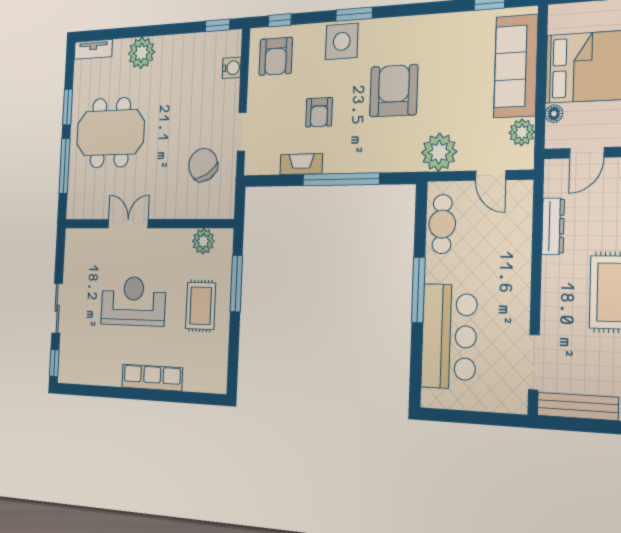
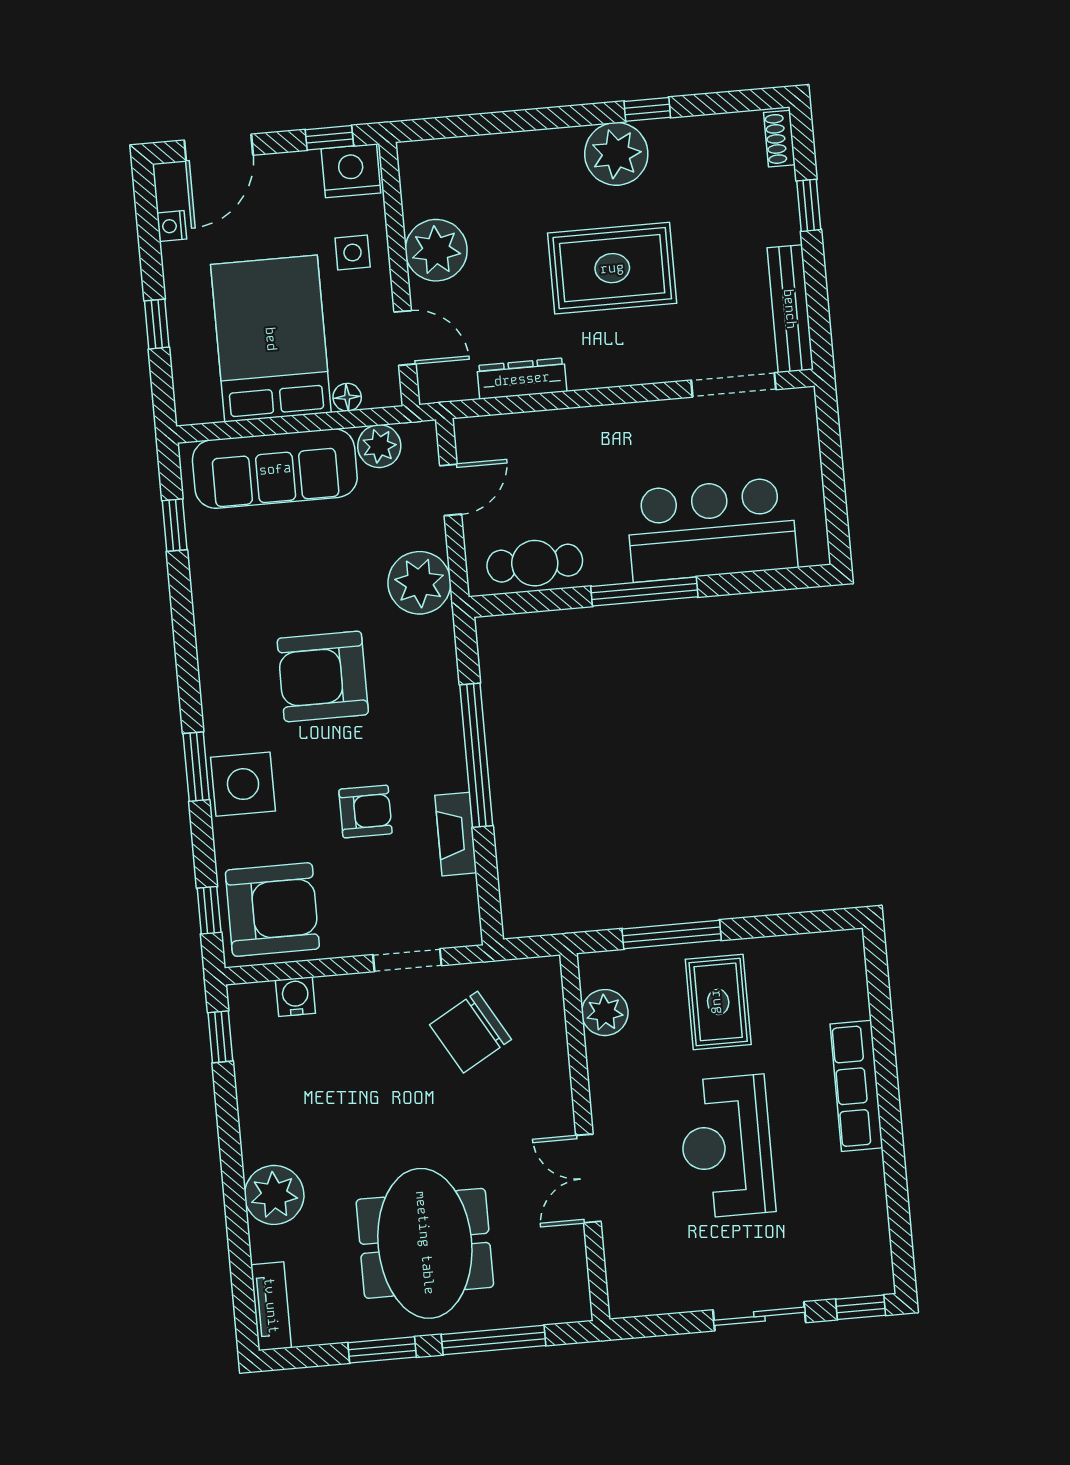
armchair: (276, 56) -> (272, 910), width x1.36, depth x1.36
rug: (201, 306) -> (718, 1002), turned 90

